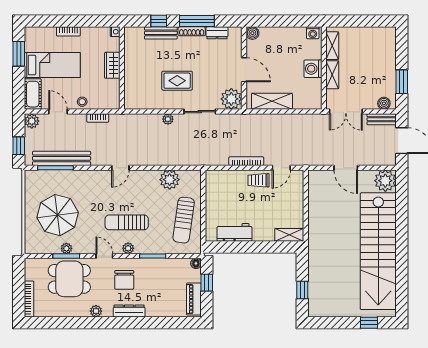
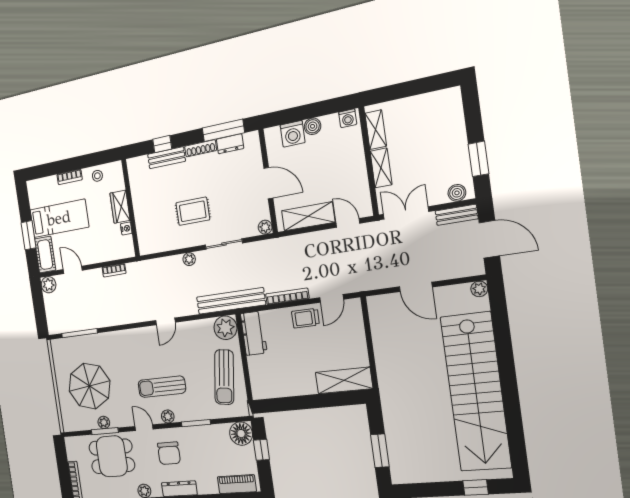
window: (197, 21) -> (223, 130), moved
nightstand: (115, 32) -> (126, 228), moved
boiler: (252, 33) -> (313, 126), moved
window: (19, 54) -> (28, 235), moved
washing machine: (313, 69) -> (293, 134), moved, turned -90
plant: (231, 99) -> (265, 227), width x0.53, depth x0.53
stool: (82, 102) -> (97, 176), moved
door: (302, 112) -> (348, 223), added
double door: (346, 112) -> (406, 213), swing flipped
window: (19, 146) -> (40, 314), removed
bench: (62, 158) -> (231, 301), moved
door: (120, 168) -> (165, 321), moved
plant: (170, 180) -> (225, 328), moved
plant: (385, 181) -> (479, 289), width x0.53, depth x0.53
workbench: (234, 232) -> (254, 333), moved, turned 90
shelving: (289, 235) -> (344, 380), width x1.50, depth x1.33
floor lamp: (196, 263) -> (241, 434), width x1.89, depth x1.89
window: (302, 290) -> (380, 451), width x1.50
piano: (194, 299) -> (237, 484), moved, turned 90

